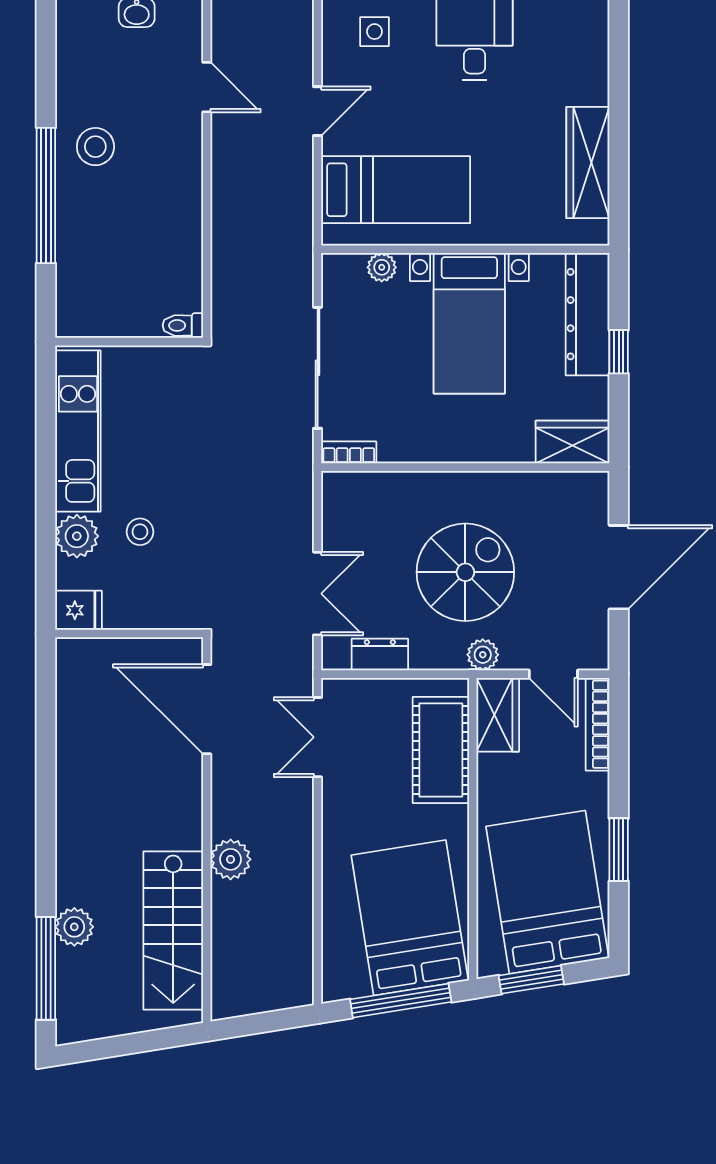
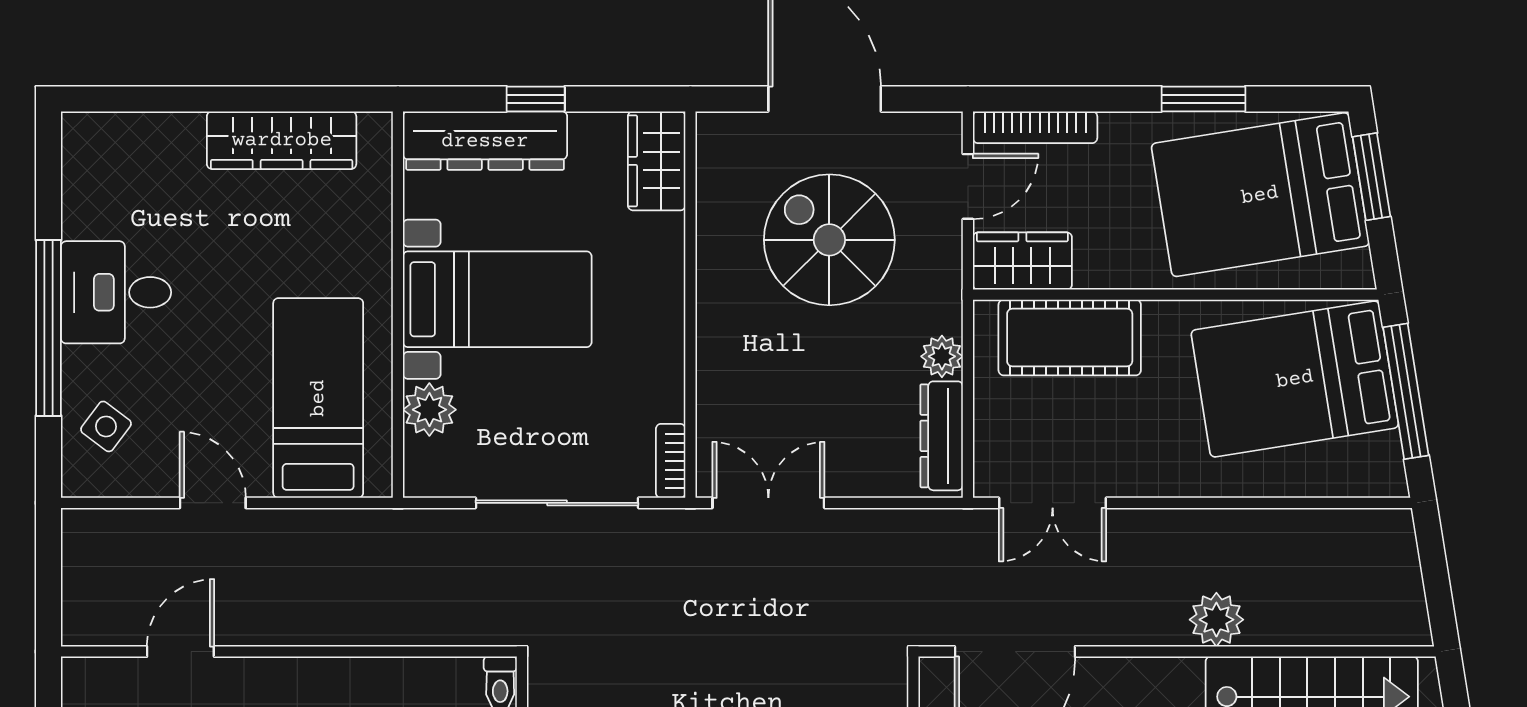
side table: (374, 32) -> (106, 426), turned 37
plant: (382, 267) -> (429, 410), width x1.38, depth x1.38
spiral stairs: (465, 572) -> (829, 240), moved
double door: (318, 594) -> (768, 503), moved
dresser: (380, 655) -> (942, 436), width x1.44
plant: (483, 655) -> (942, 356), moved
window: (531, 980) -> (1371, 177), moved

